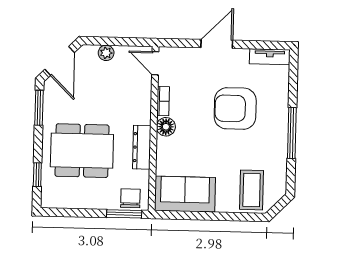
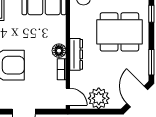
plant: (106, 53) -> (99, 98), width x1.88, depth x1.88
dresser: (142, 147) -> (76, 54), moved

